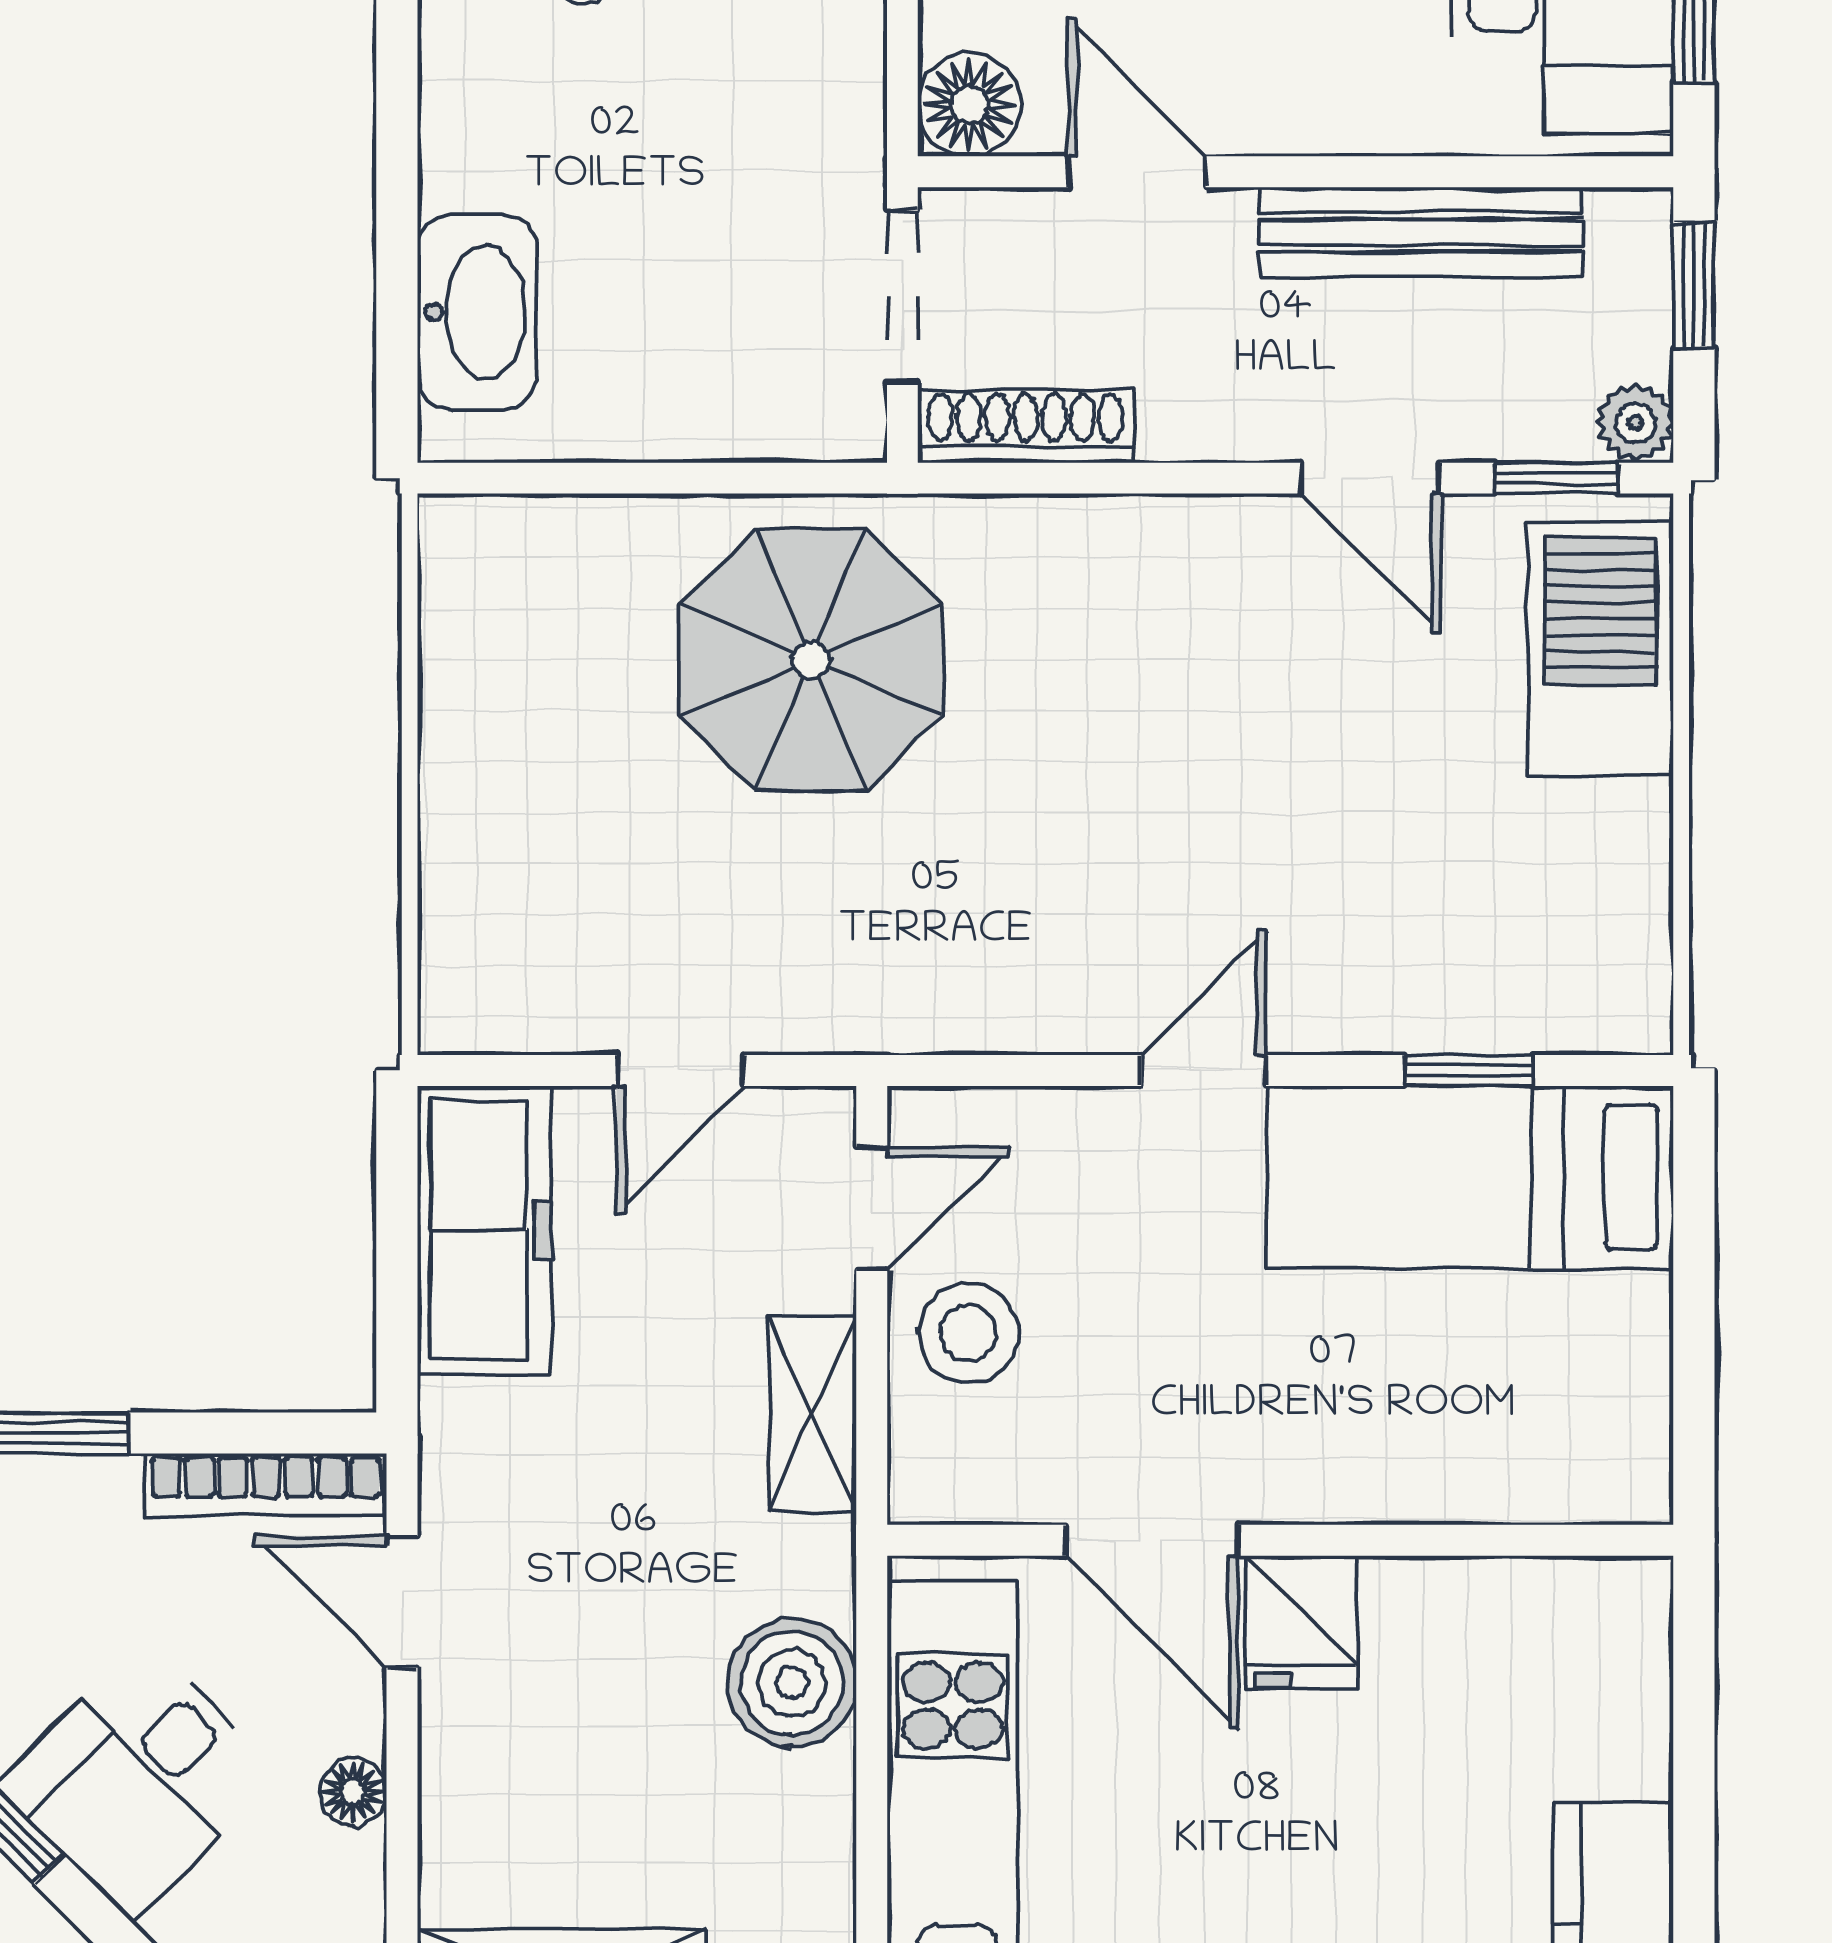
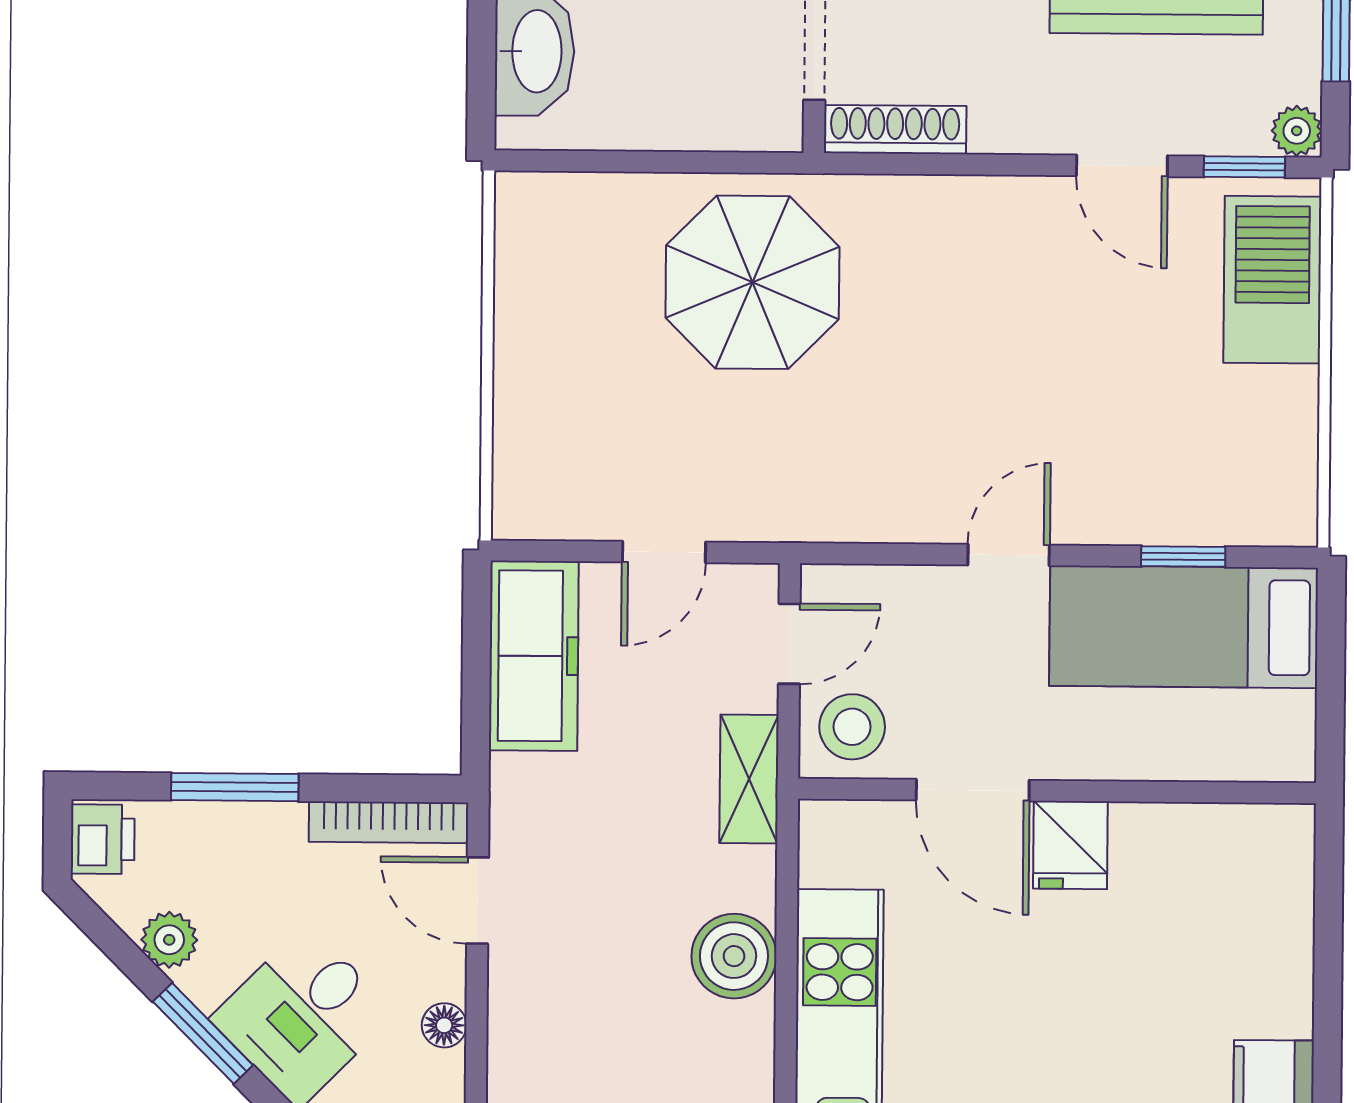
door: (1152, 1540) -> (973, 790), moved
wall: (1280, 1540) -> (1057, 791), moved
fridge: (1301, 1622) -> (1070, 845), moved

